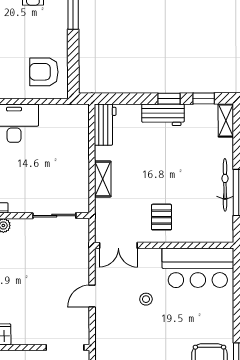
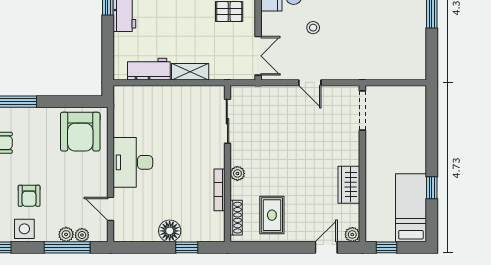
armchair: (44, 72) -> (80, 132), width x1.36, depth x1.36
workbench: (105, 125) -> (149, 69), moved

